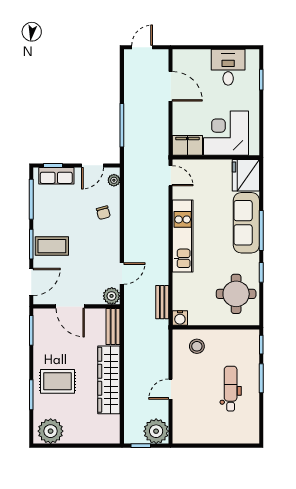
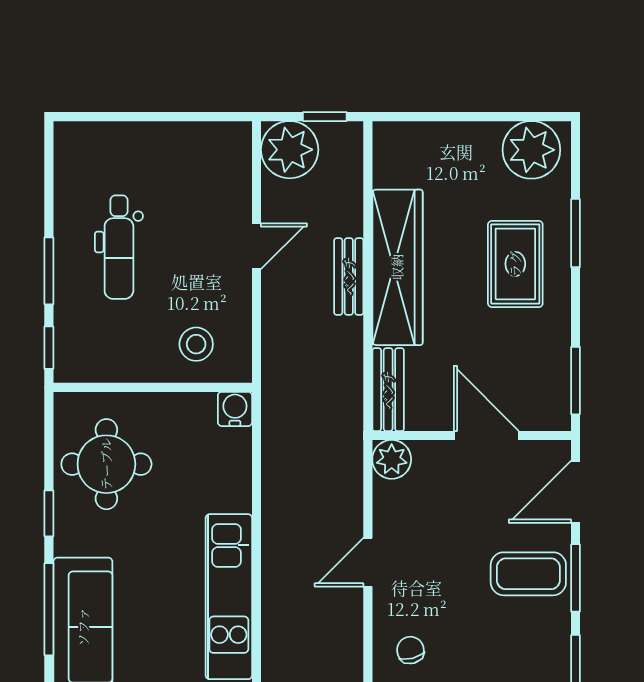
door: (122, 274) -> (368, 562), moved
bench: (162, 302) -> (349, 276), moved
rug: (58, 381) -> (515, 264), turned 90

